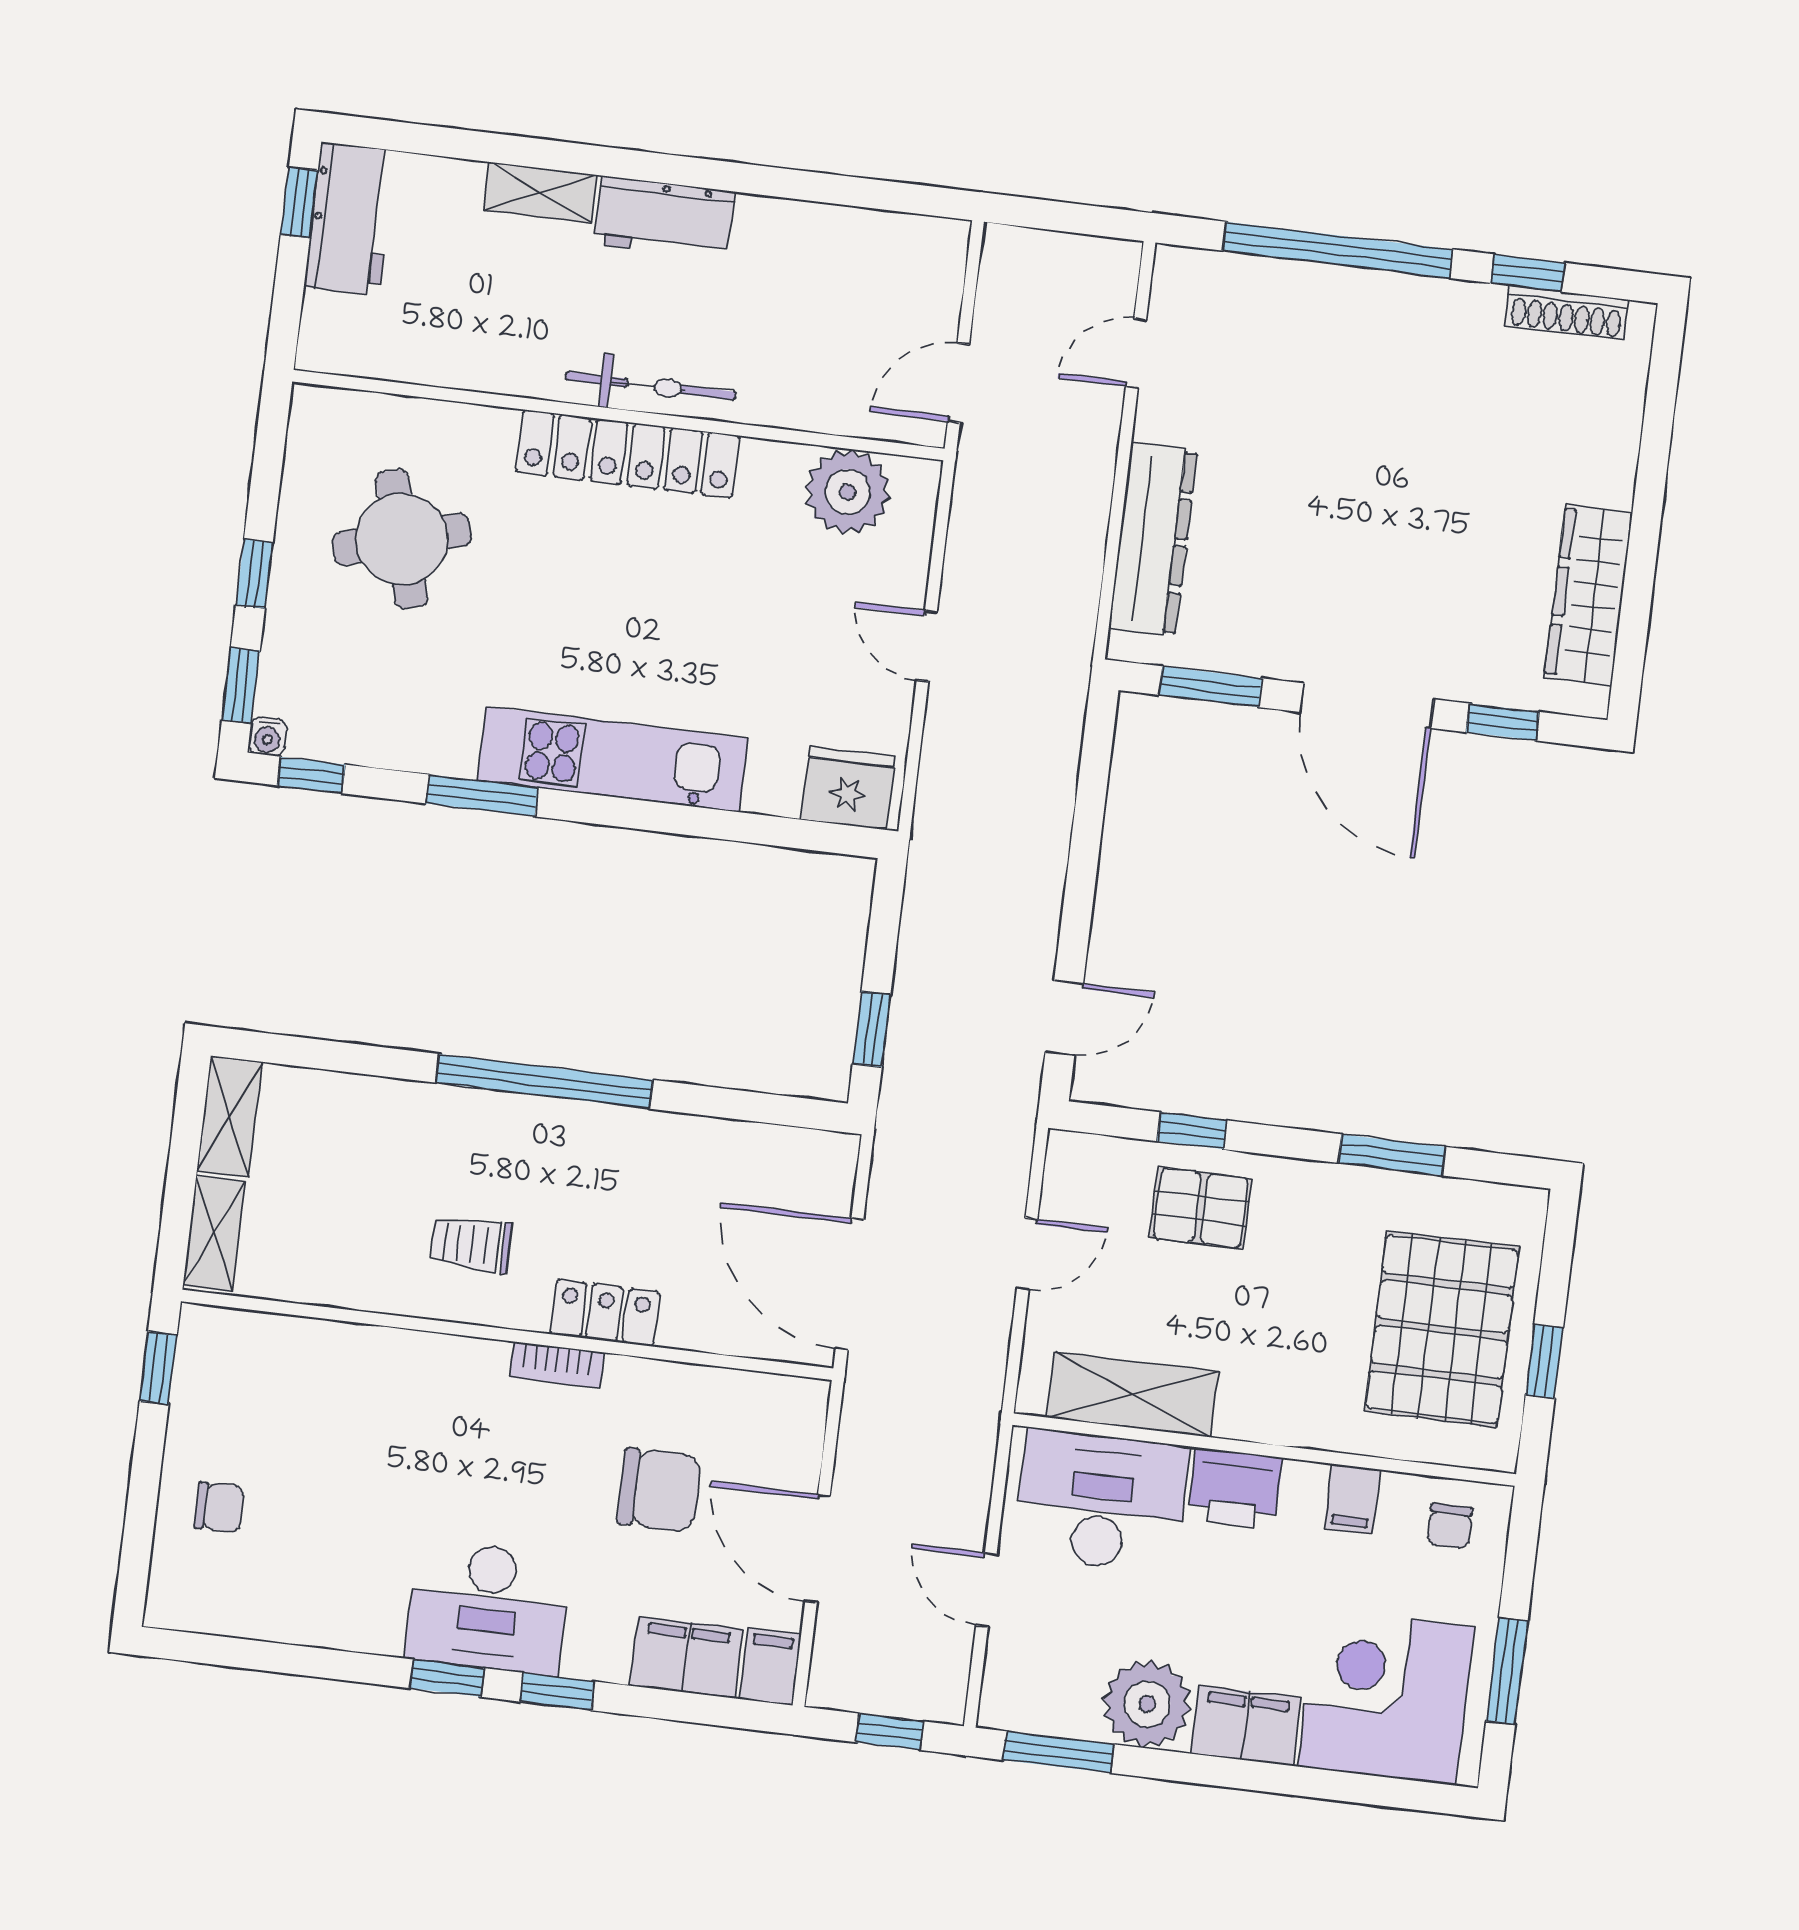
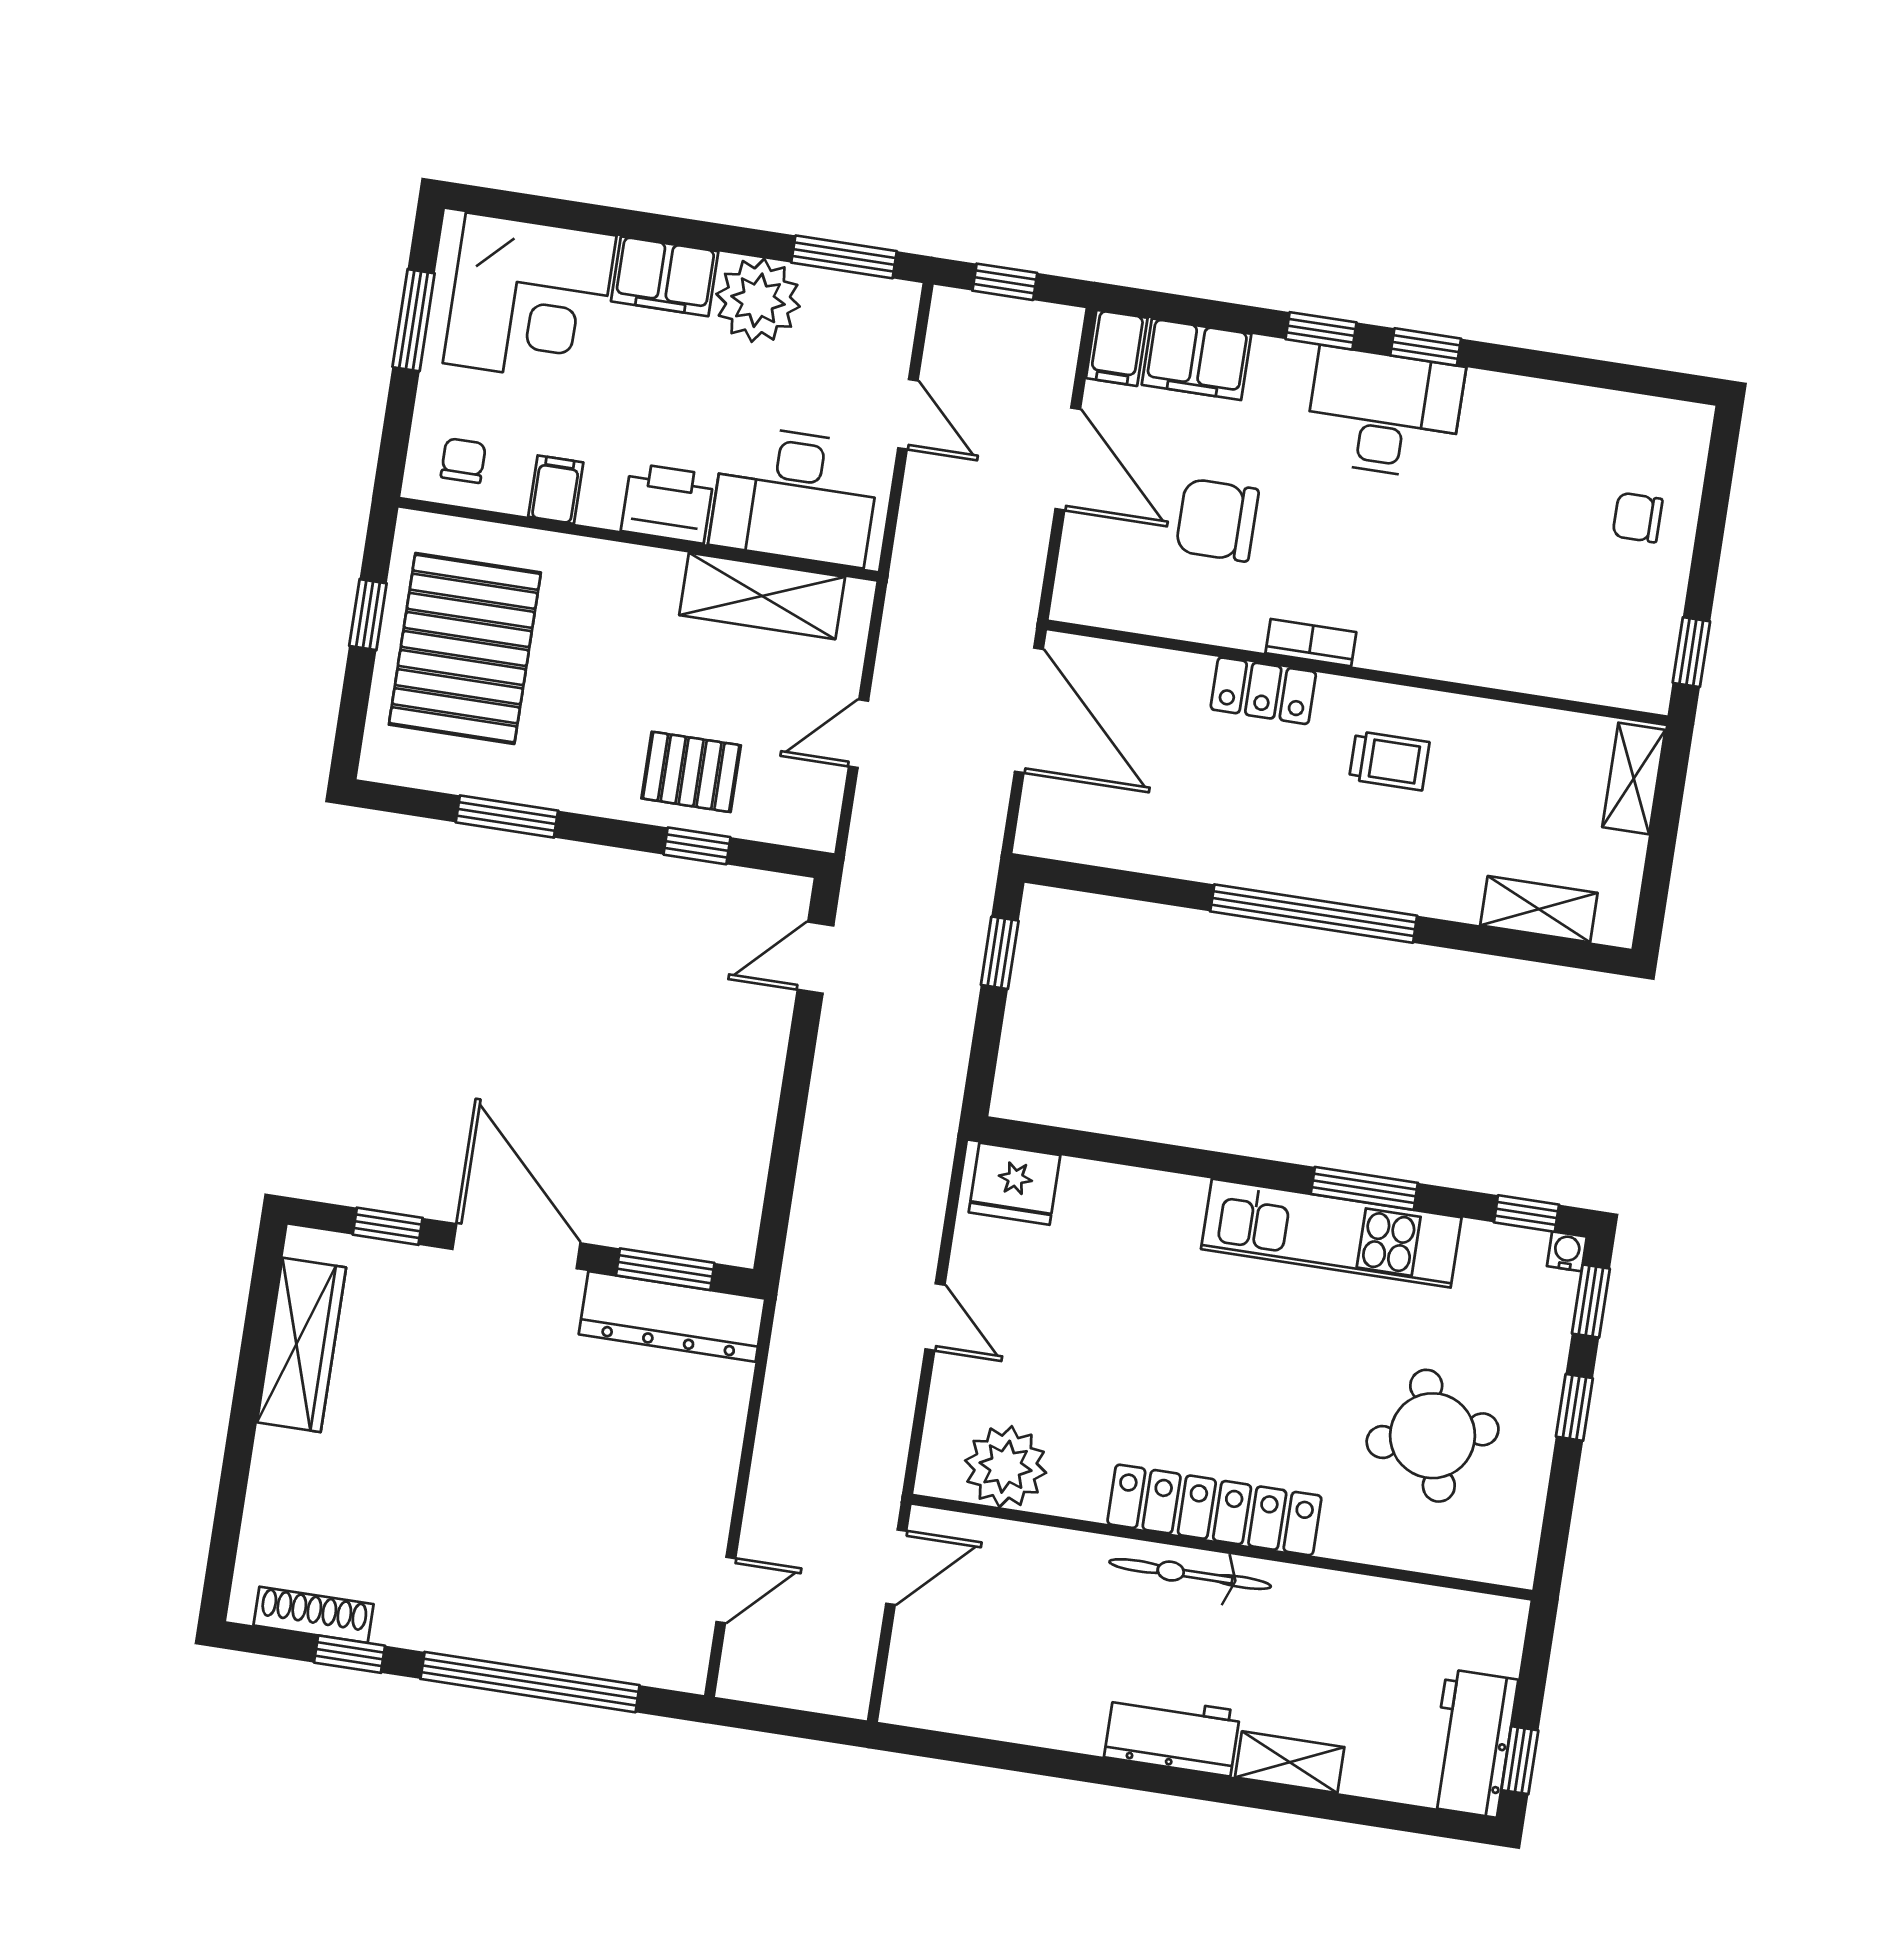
dresser: (1153, 539) -> (672, 1316), moved, turned -90
kitchen unit: (613, 759) -> (1331, 1233), moved
shelving: (230, 1116) -> (1539, 909), moved, turned 90

